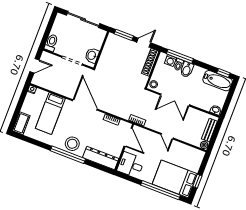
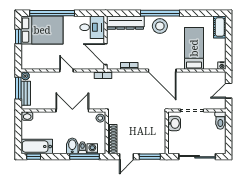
window: (214, 137) -> (18, 88), added

